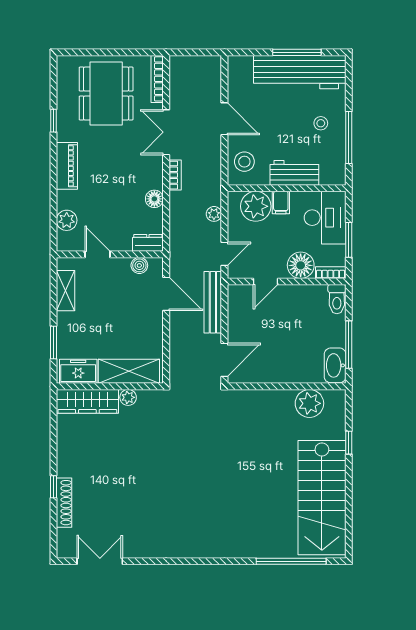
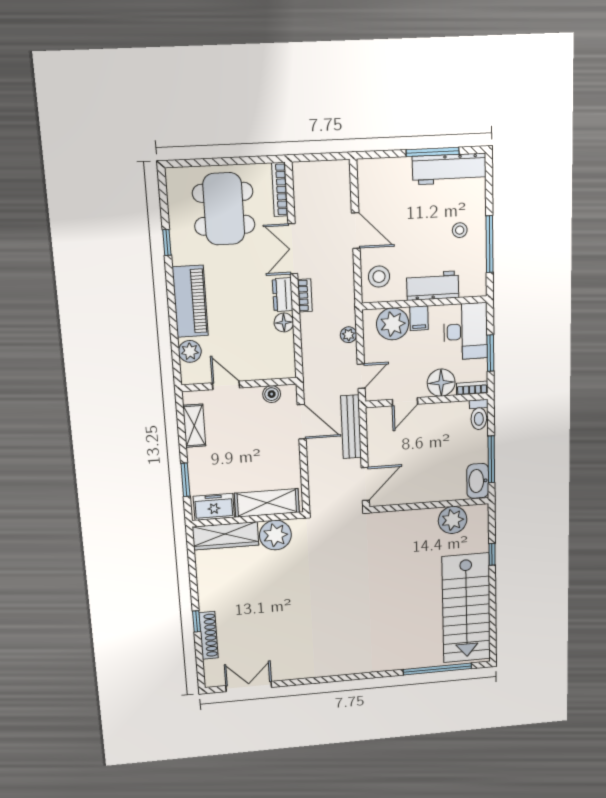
workbench: (300, 72) -> (449, 169), width x0.73, depth x0.76
piano: (67, 166) -> (190, 301), width x1.37, depth x1.33
dresser: (148, 243) -> (283, 295), moved, turned -90
plant: (128, 397) -> (275, 535), width x1.87, depth x1.87

